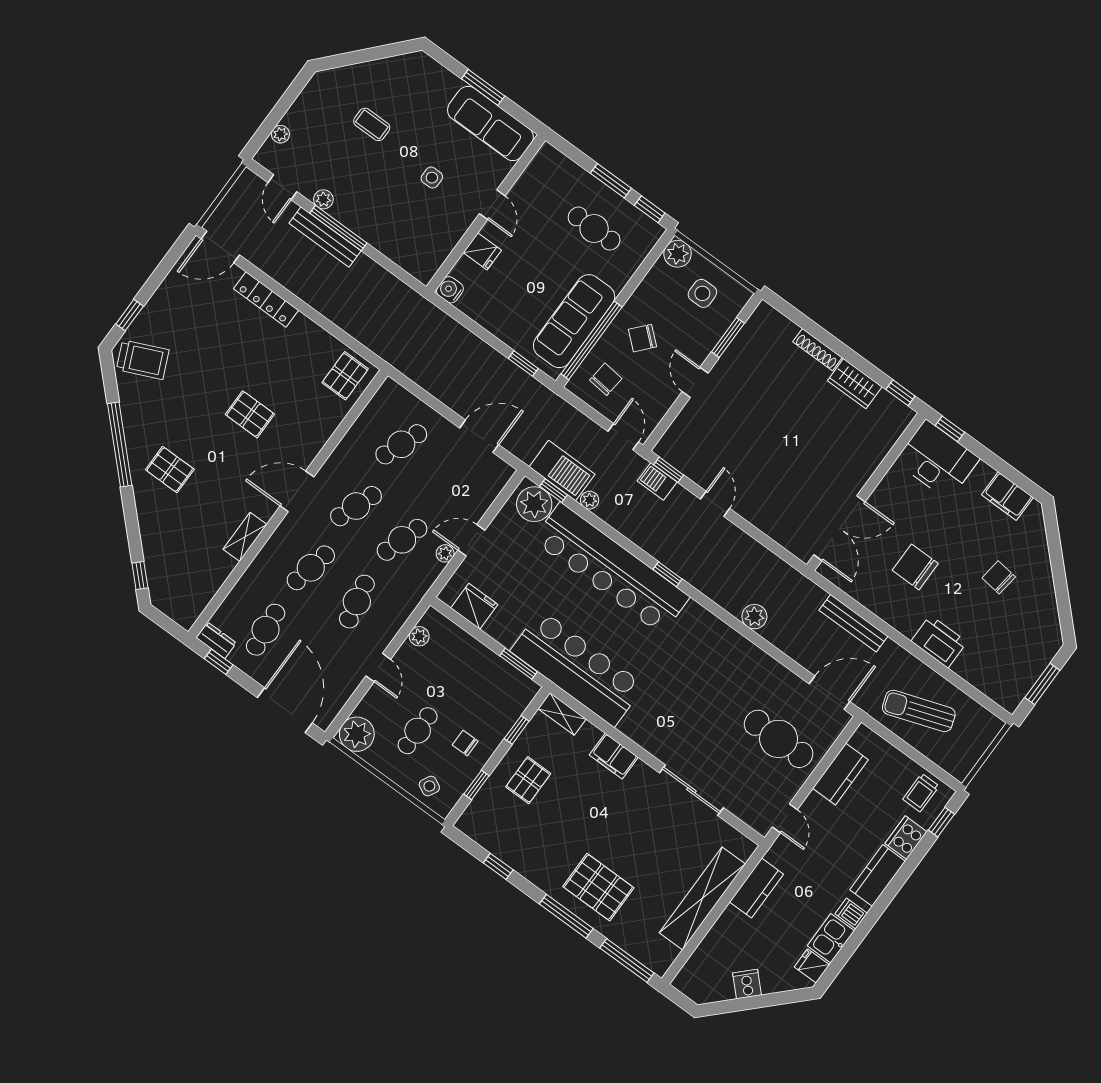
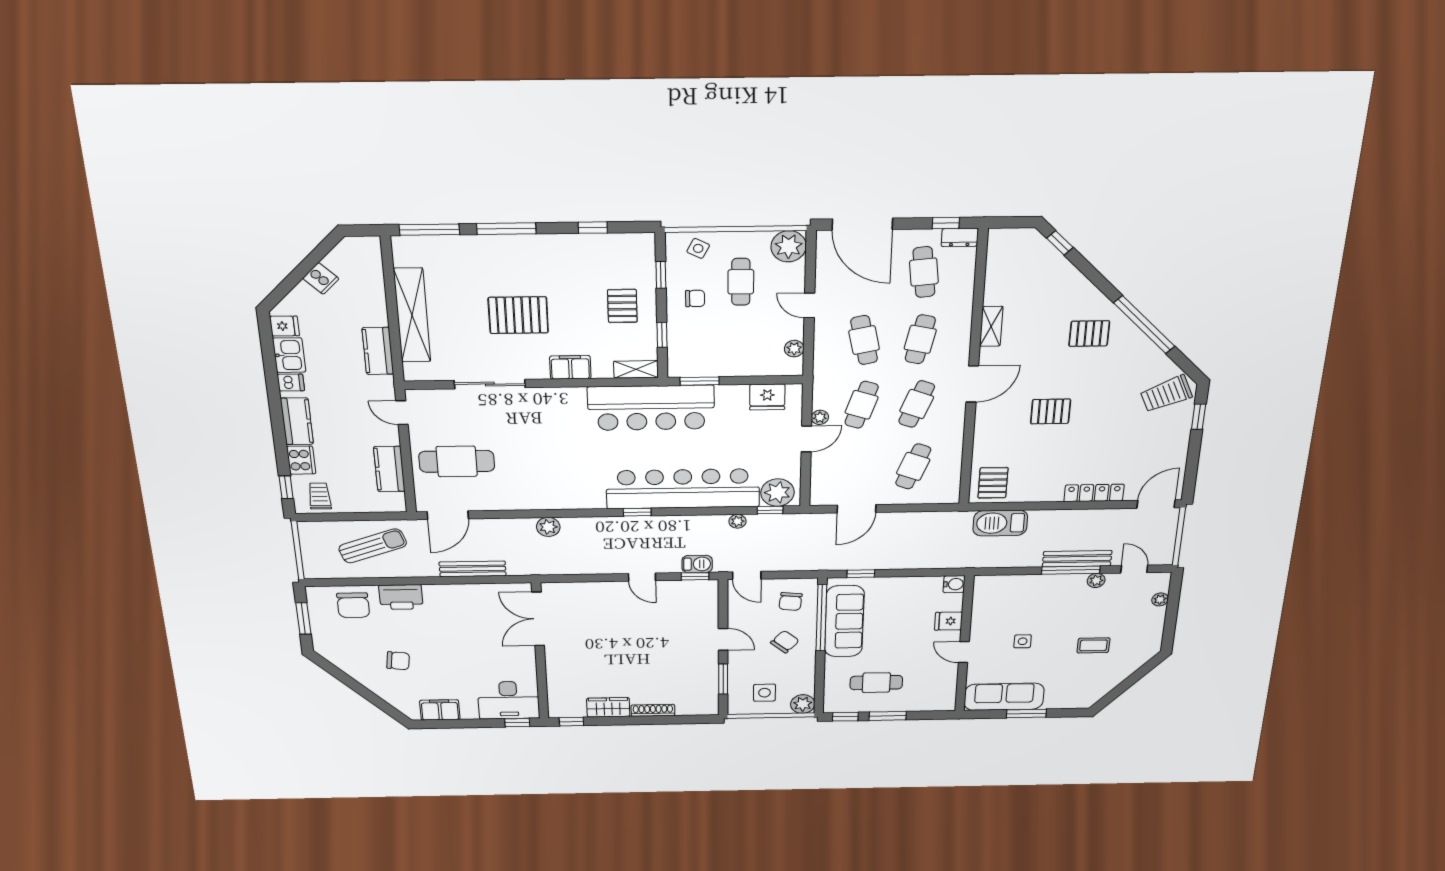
barbecue: (562, 471) -> (1000, 523), moved
chair: (915, 567) -> (353, 605), moved, turned 90
pallet: (598, 887) -> (518, 315), moved

